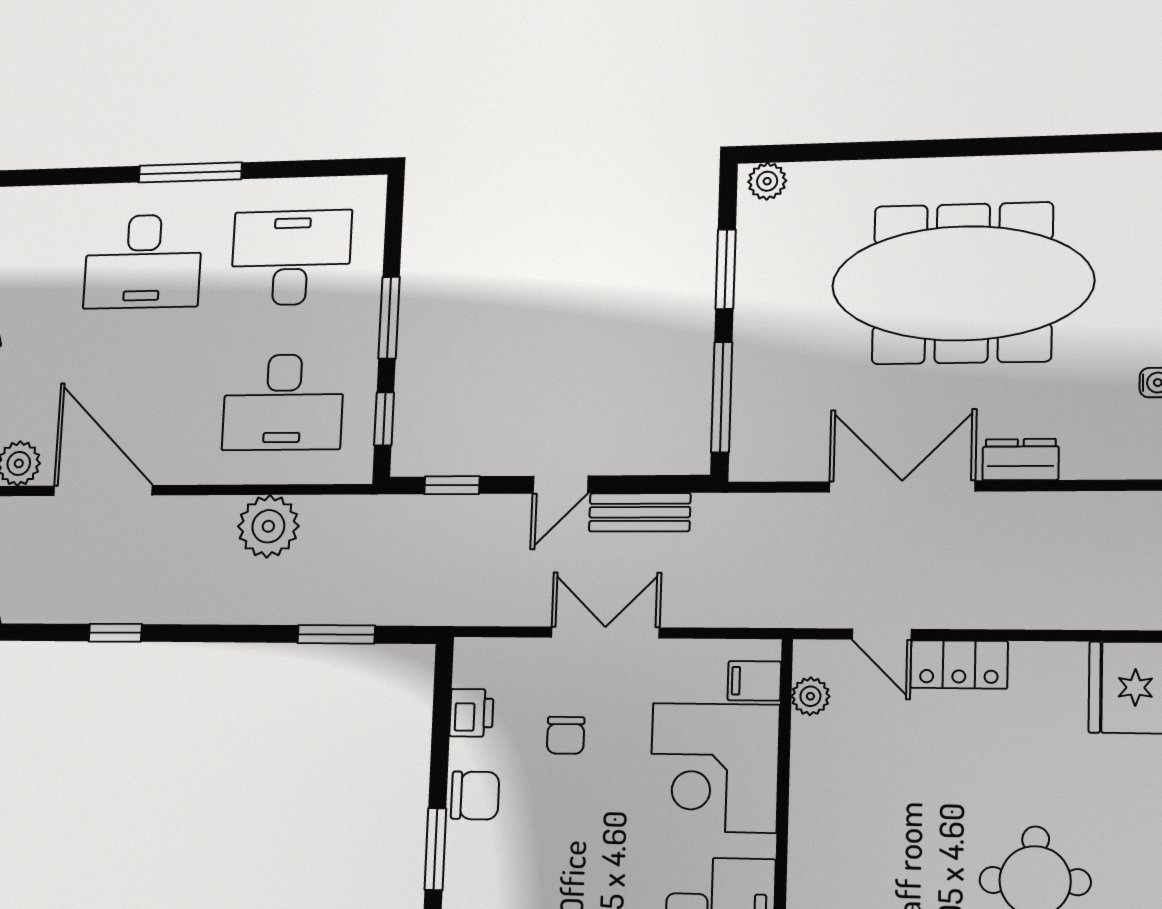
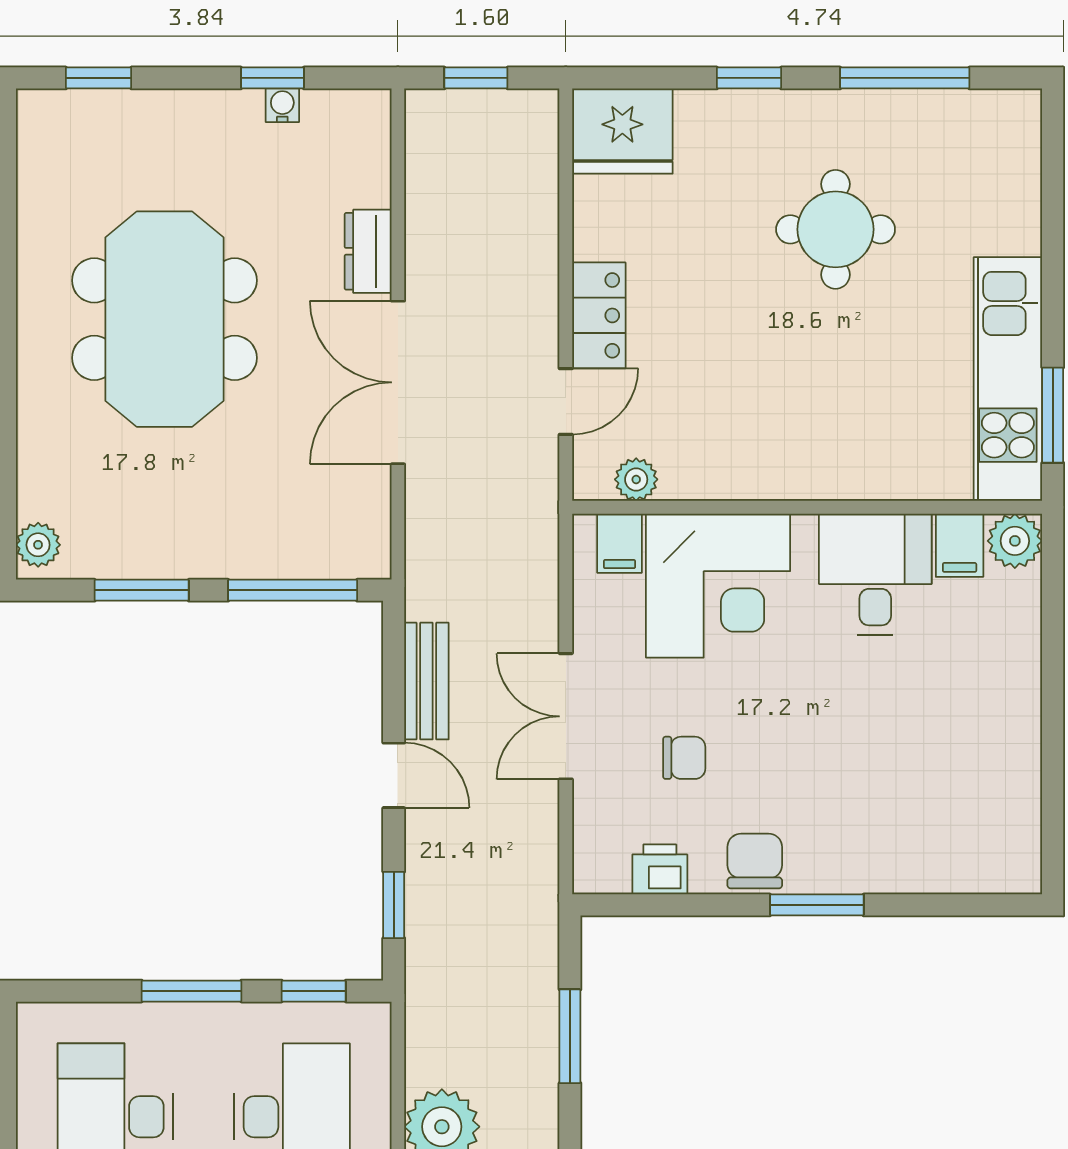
meeting table: (962, 283) -> (164, 319), width x0.73

